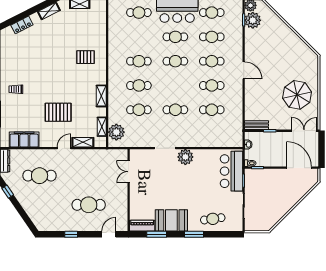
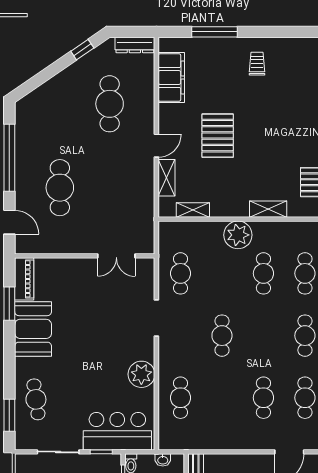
shelving: (101, 96) -> (268, 209), moved
cafe table: (139, 110) -> (181, 273), moved
cafe table: (212, 110) -> (181, 398), moved
plant: (116, 132) -> (238, 235), moved
door: (64, 148) -> (156, 146), hinge flipped
plant: (185, 157) -> (141, 374), moved
double door: (129, 172) -> (116, 256), swing flipped
window: (71, 234) -> (9, 158), width x3.17
window: (194, 234) -> (9, 415), moved

